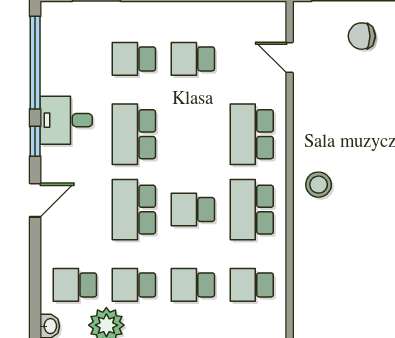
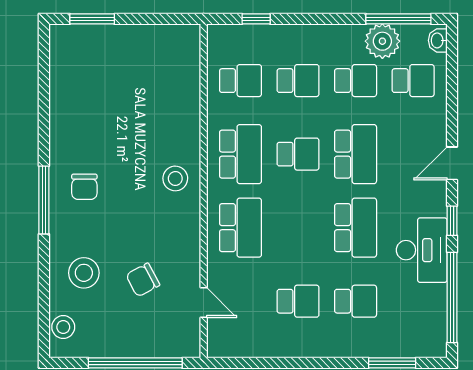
chair: (362, 36) -> (143, 280), moved, turned 152
desk: (66, 120) -> (422, 250), width x1.37

